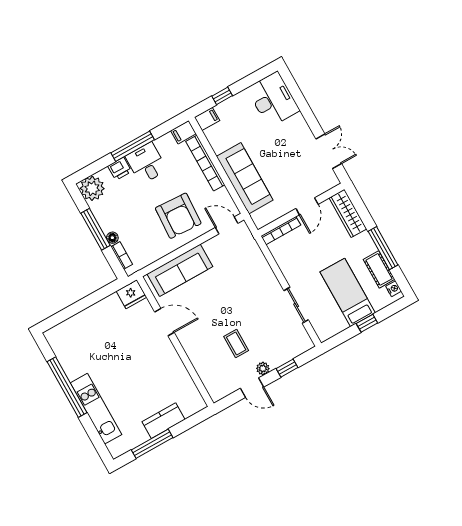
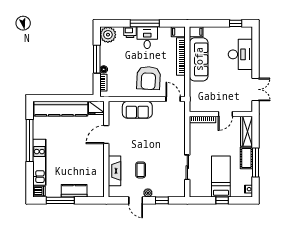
window: (222, 96) -> (236, 23), moved
desk: (273, 99) -> (240, 54), moved
sofa: (245, 178) -> (199, 59), moved
cot: (379, 269) -> (246, 158), moved
sofa: (180, 270) -> (137, 110), width x0.73
kitchen counter: (85, 322) -> (61, 109), added
door: (164, 322) -> (106, 135), swing flipped
fireplace: (202, 364) -> (115, 171), added
dishwasher: (117, 447) -> (39, 191), added

